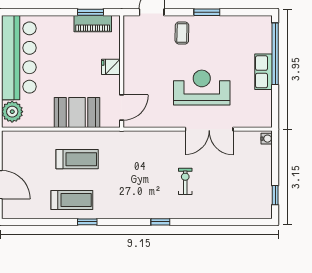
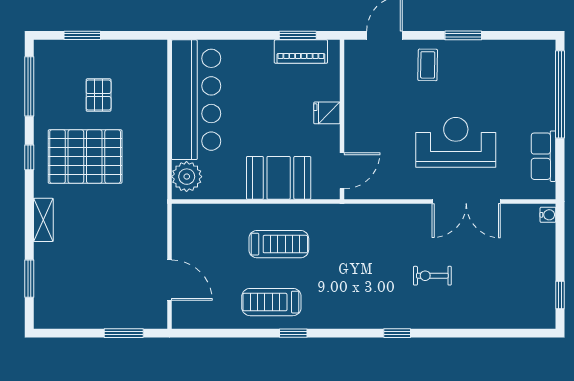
row of seats: (264, 72) -> (543, 156), moved
exercise bike: (185, 181) -> (432, 276), turned -90
treadmill: (72, 200) -> (271, 302), turned 180

